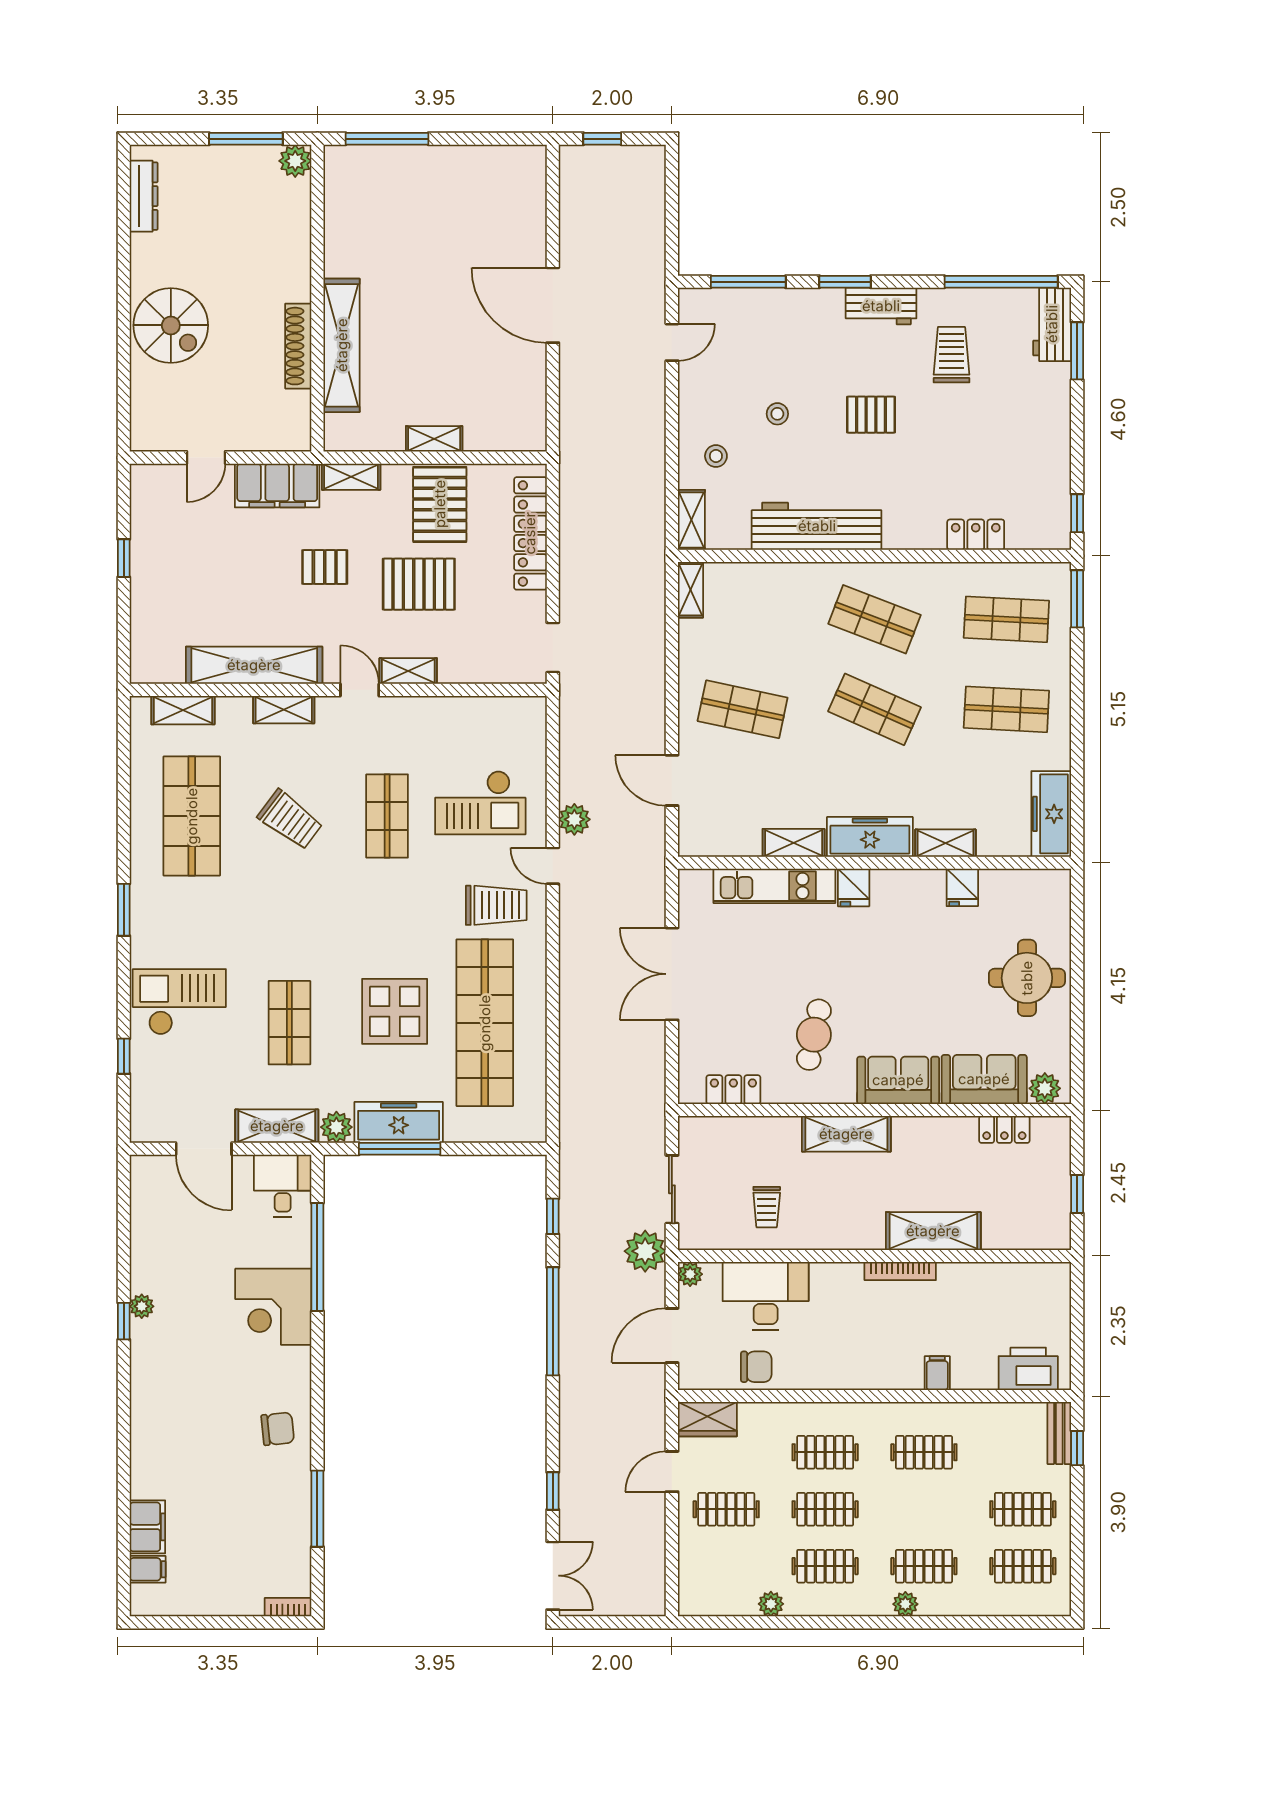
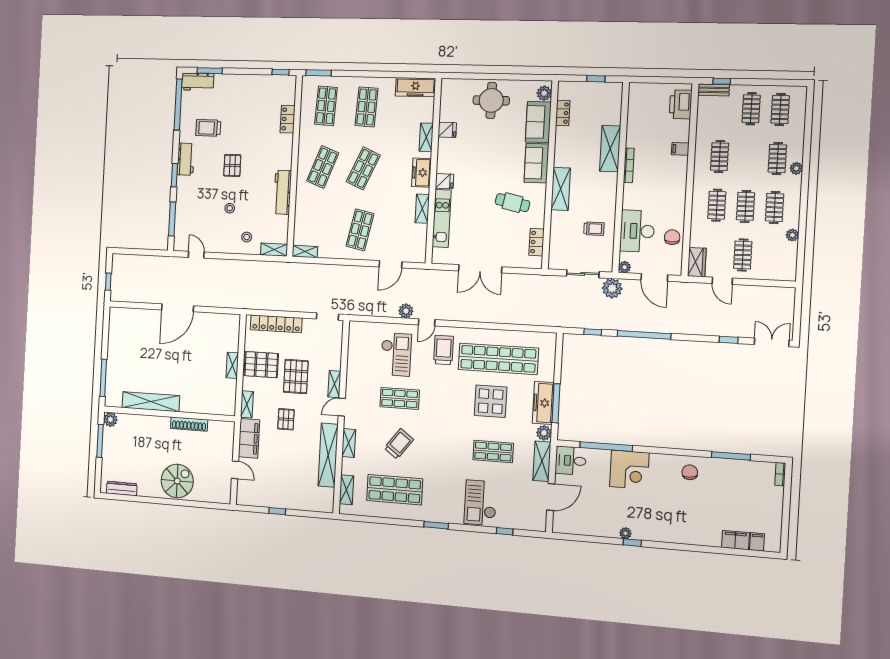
shelving: (342, 345) -> (151, 402), moved
workbench: (817, 526) -> (282, 192), width x0.73, depth x0.76
freezer: (870, 837) -> (421, 173), width x0.71

